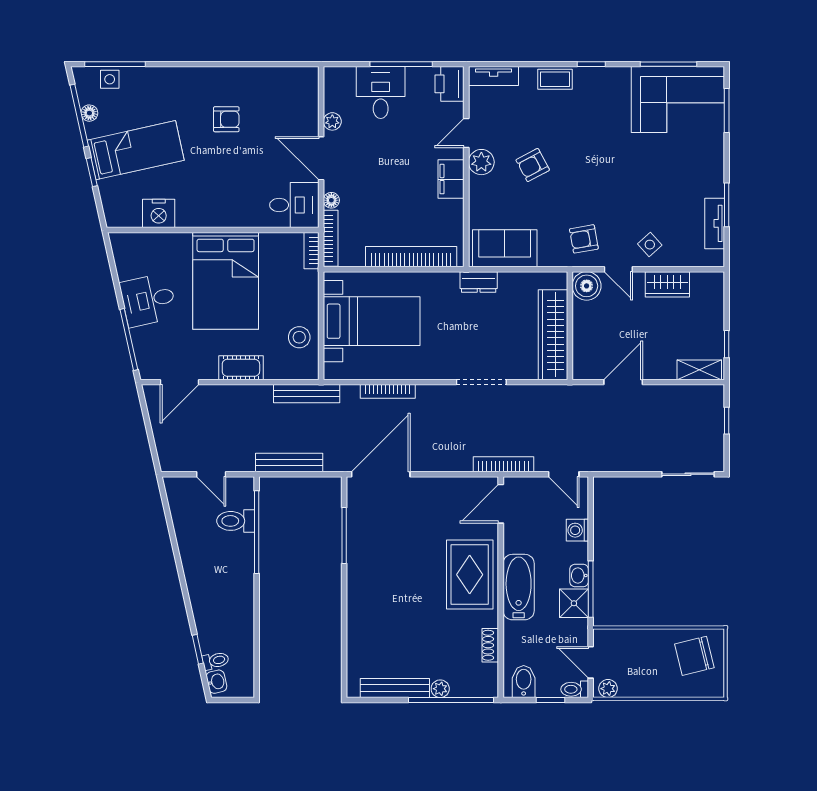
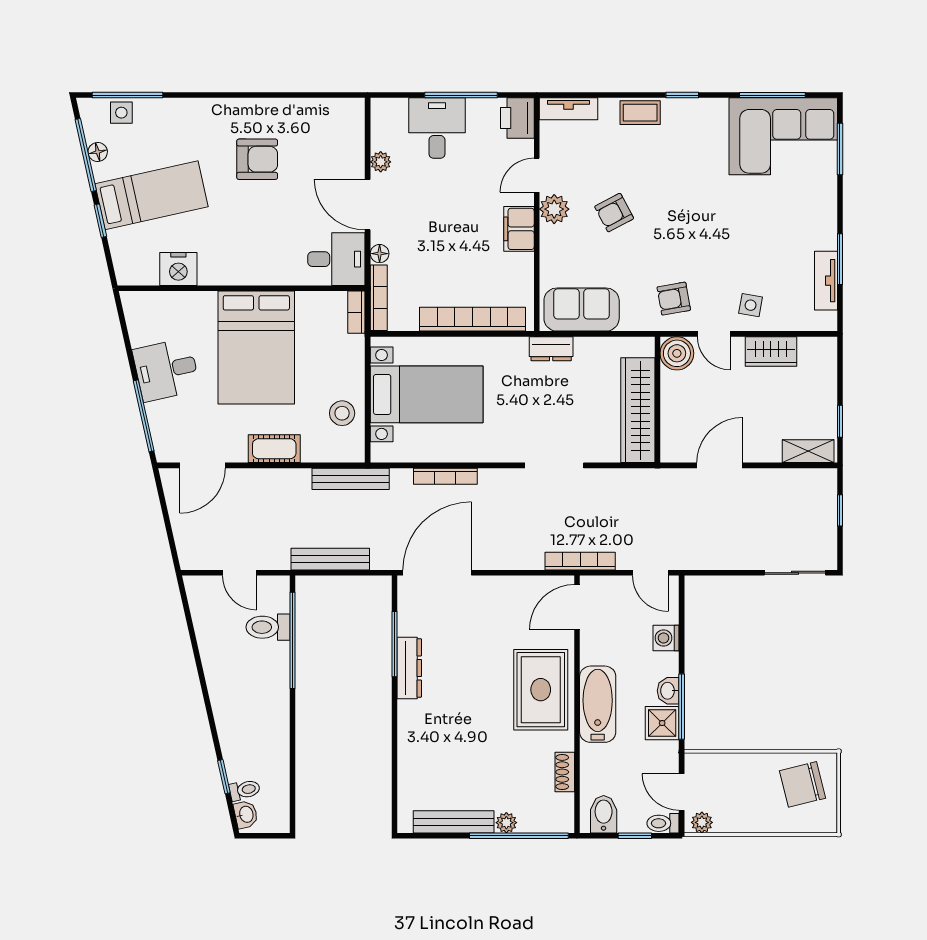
armchair: (226, 119) -> (257, 159), width x1.38, depth x1.38
side table: (650, 245) -> (751, 305), turned -38
dresser: (357, 556) -> (409, 668), added

